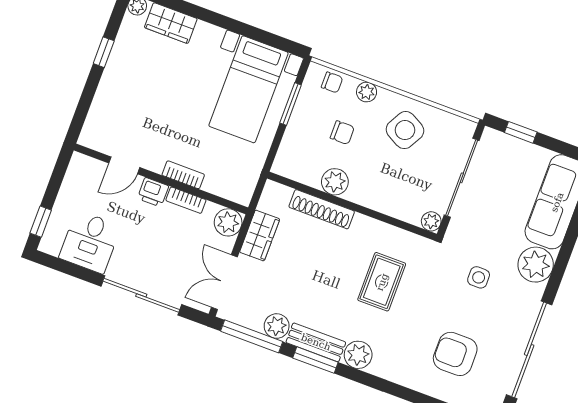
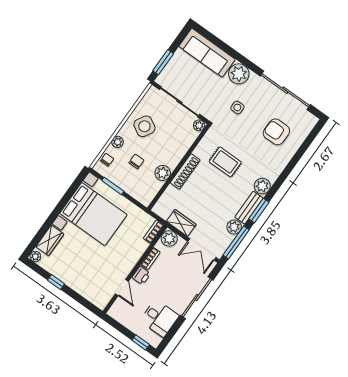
bed with nightstands: (248, 89) -> (93, 214), width x1.36
window: (521, 132) -> (163, 62), width x1.50
bookcase: (183, 175) -> (154, 232), moved
shoe rack: (322, 209) -> (185, 171), moved
armchair: (455, 354) -> (276, 132), turned 90

